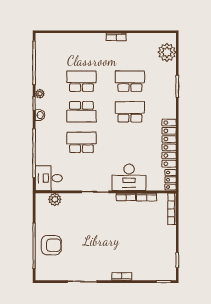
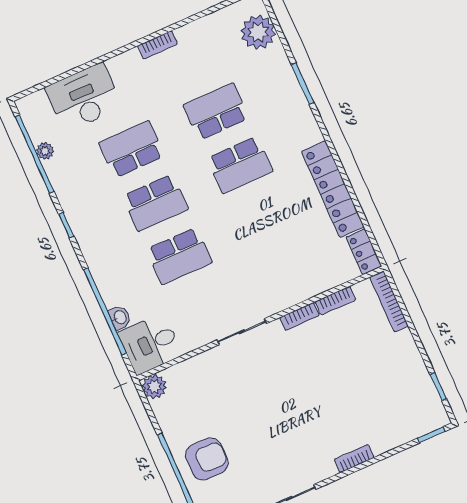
plant: (40, 94) -> (45, 151), moved
school desk: (130, 112) -> (240, 165), turned 180
washbasin: (40, 115) -> (120, 317), moved
school desk: (81, 142) -> (179, 256), turned 180
desk: (129, 177) -> (84, 97), moved, turned 180
plant: (55, 199) -> (154, 387), moved

